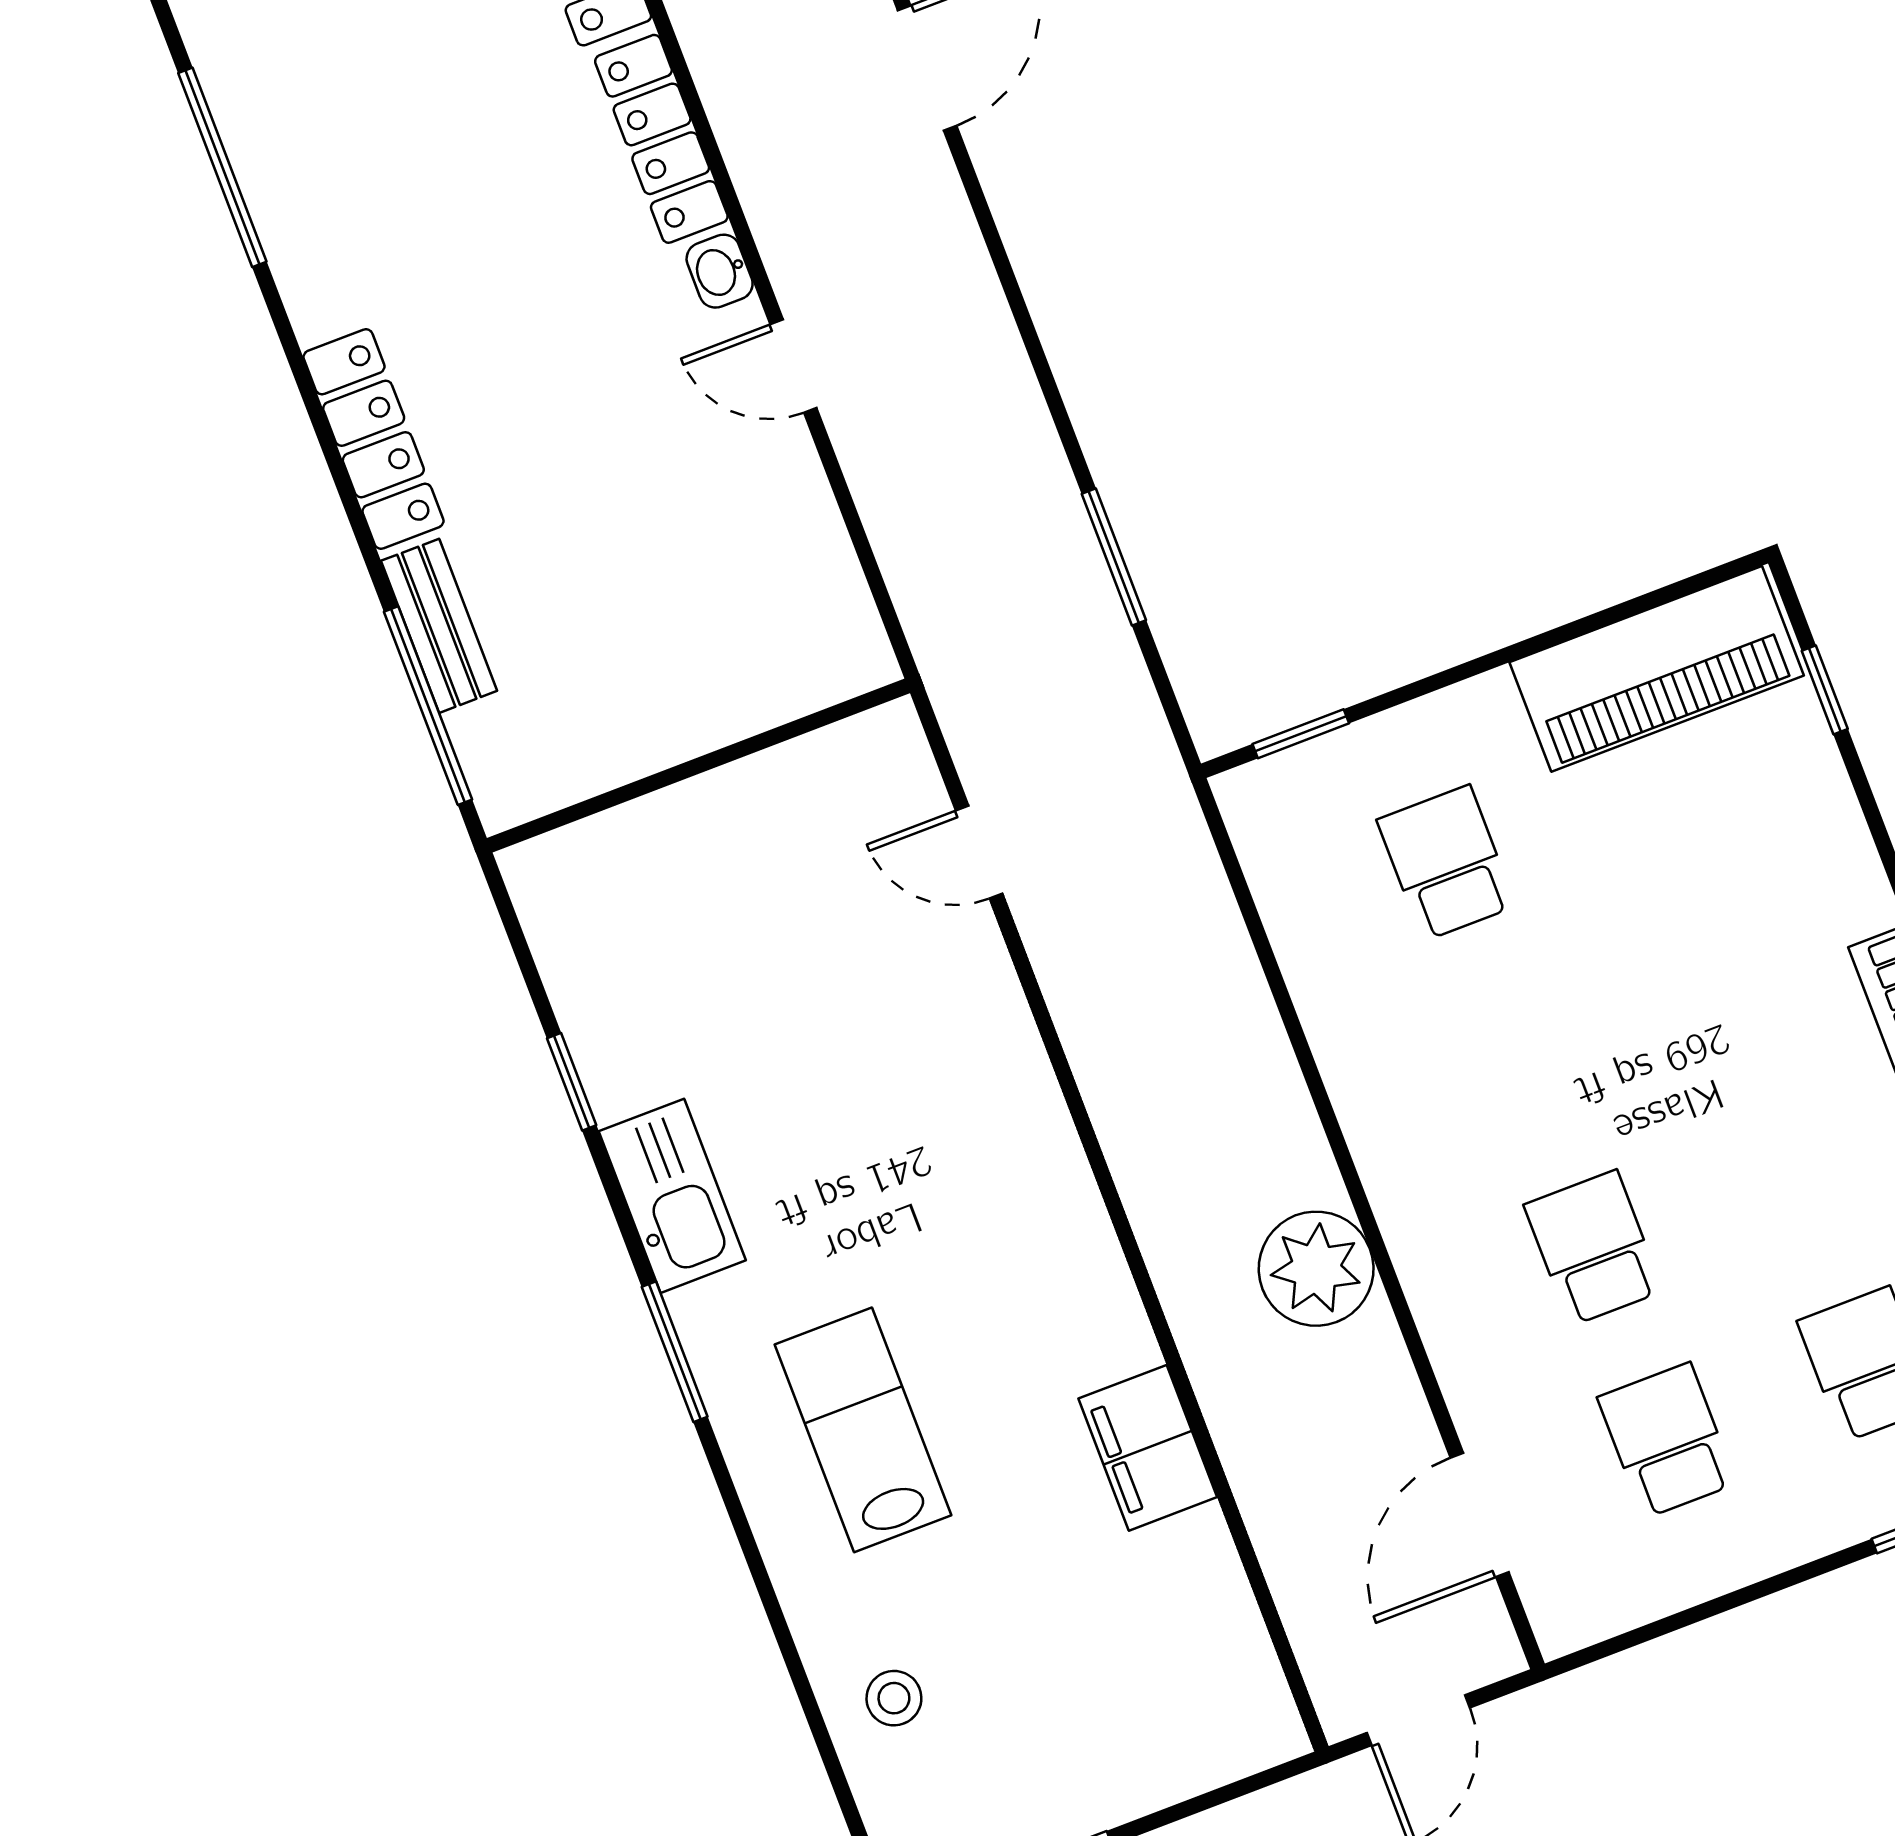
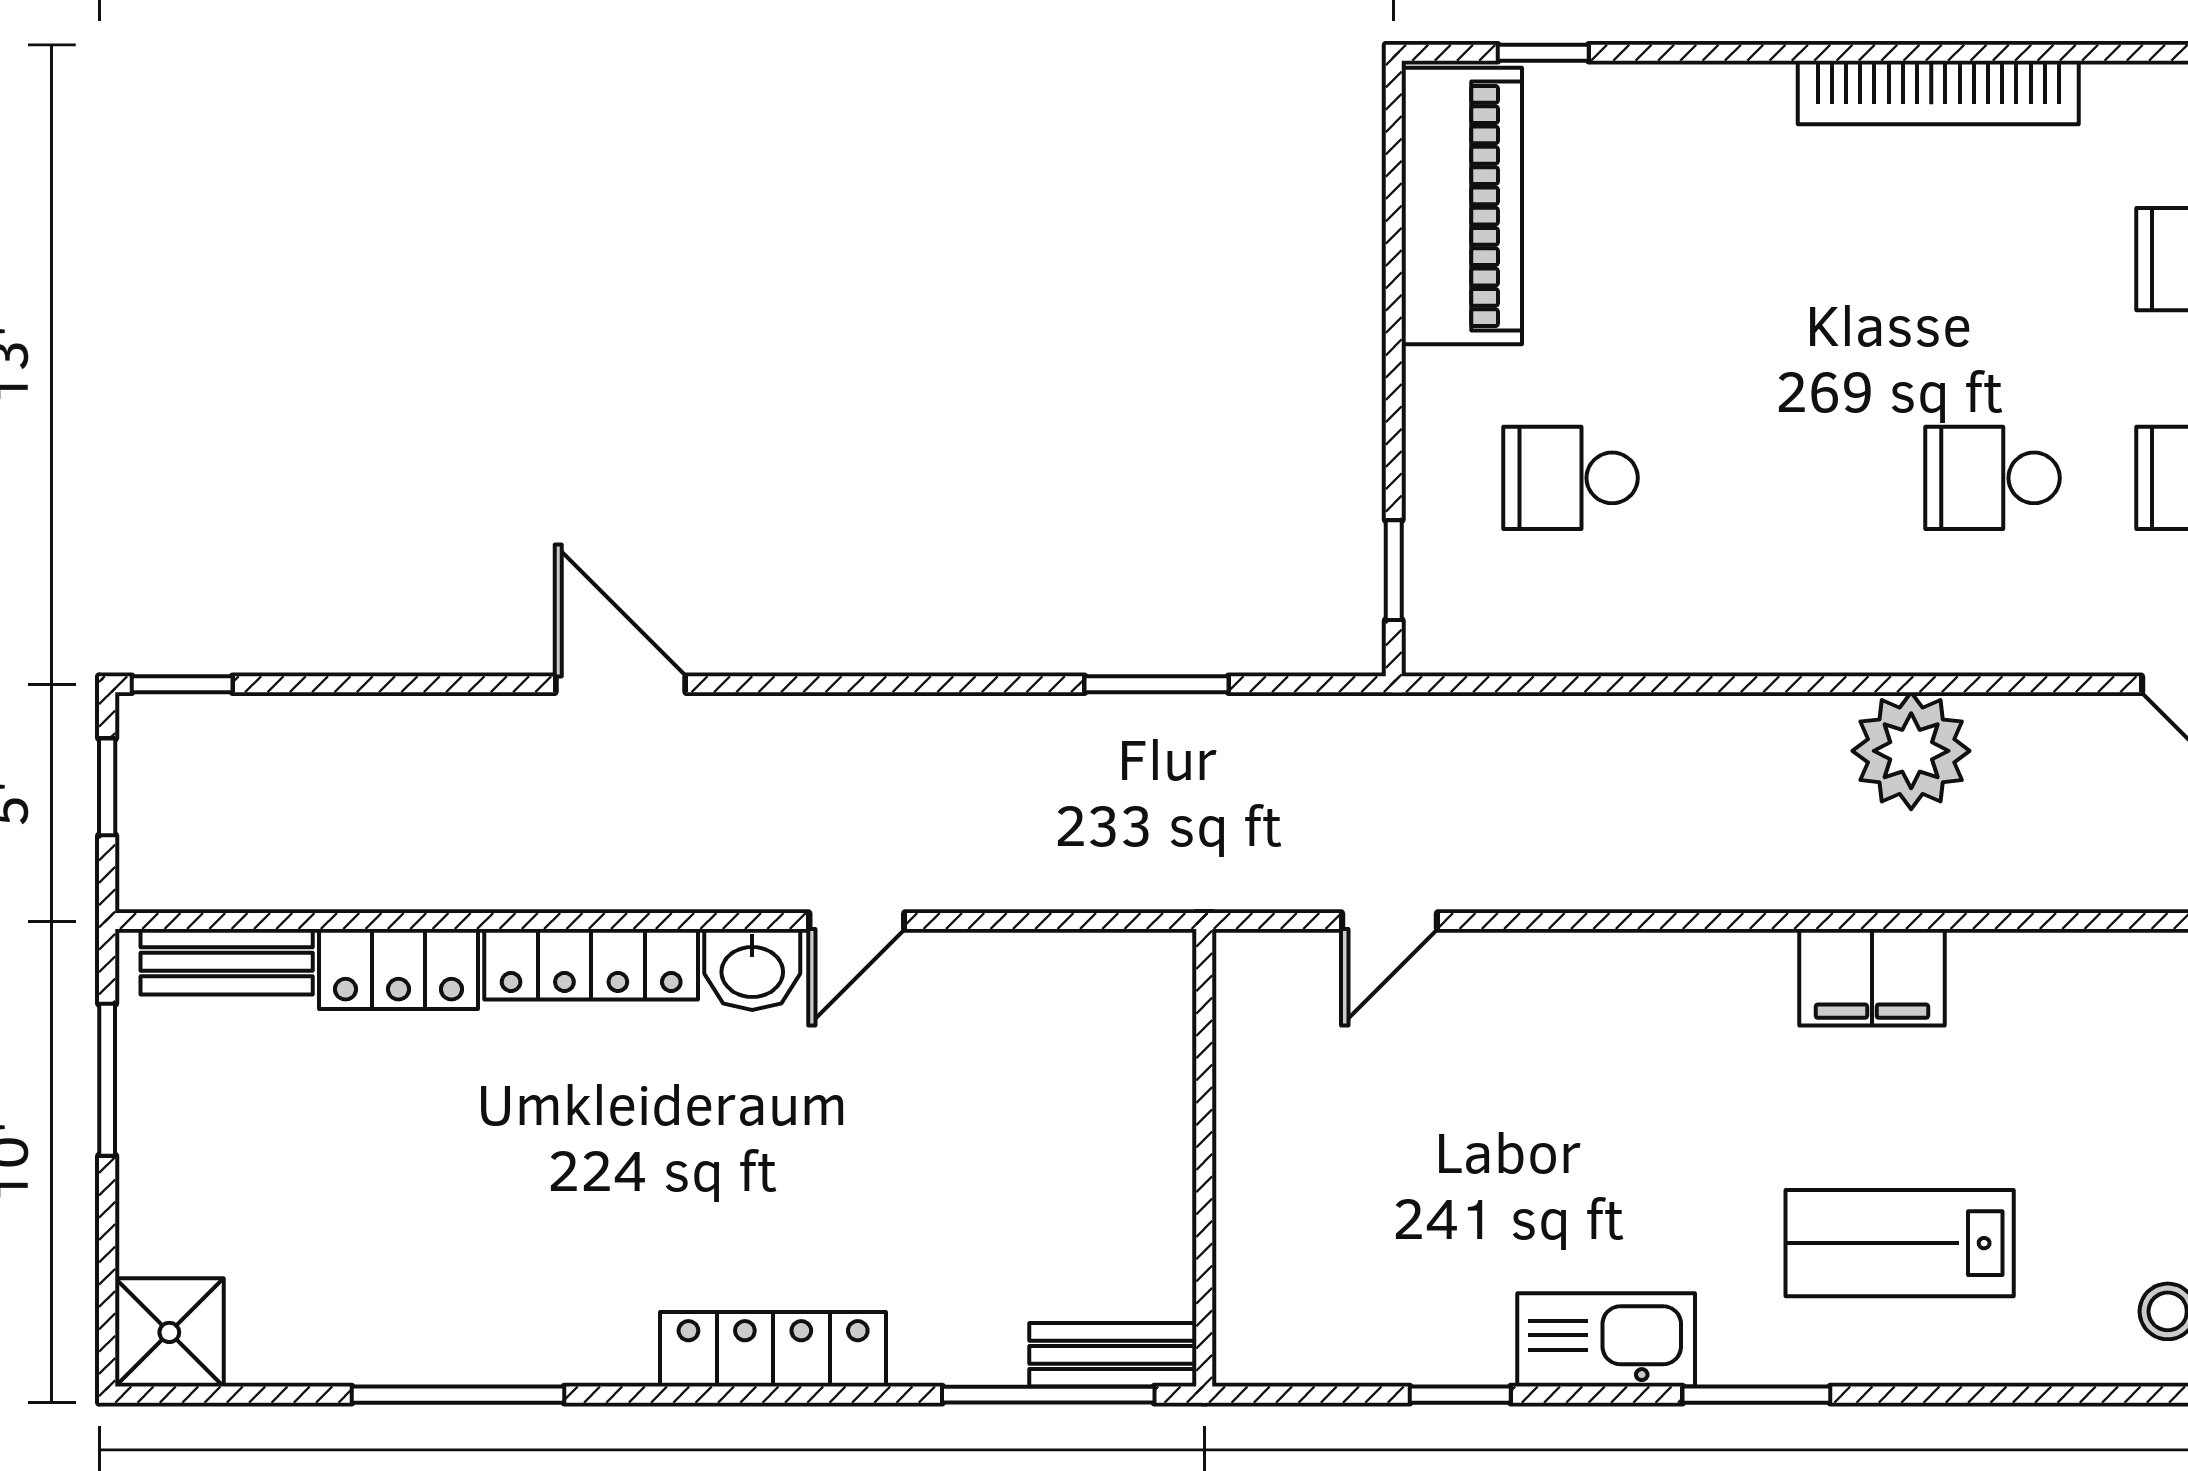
washbasin: (720, 271) -> (752, 970), width x1.38, depth x1.45
bench: (439, 626) -> (1113, 1355), moved
filing cabinet: (1148, 1448) -> (1872, 977), moved

